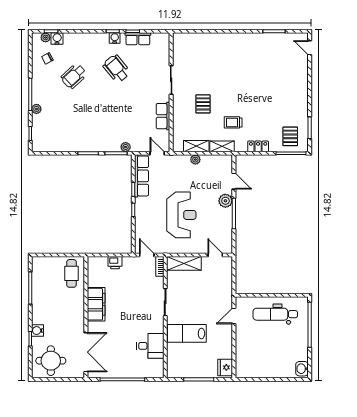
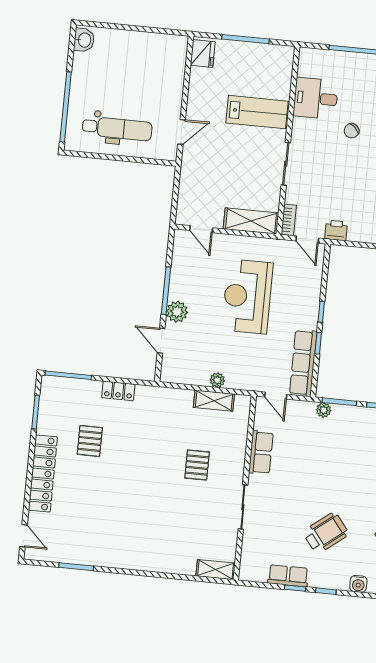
water cooler: (115, 38) -> (358, 584), moved
wheelchair: (116, 69) -> (326, 533), turned -89
locker: (301, 89) -> (43, 474), added
trolley: (233, 122) -> (153, 432), removed
pallet: (290, 136) -> (90, 441), moved
shelving: (222, 146) -> (216, 570), moved
printer: (115, 263) -> (336, 230), moved
chair: (125, 327) -> (352, 131), added

